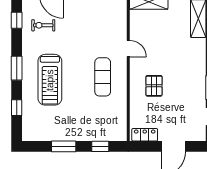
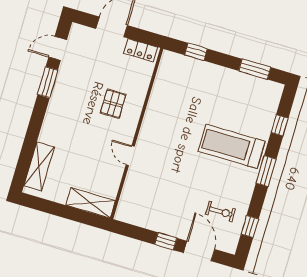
exercise mat: (103, 77) -> (170, 132), removed
treadmill: (50, 80) -> (232, 146), turned -90
window: (64, 146) -> (255, 69), moved

